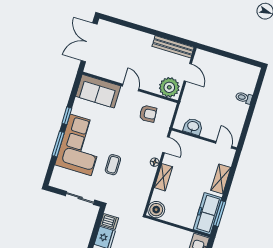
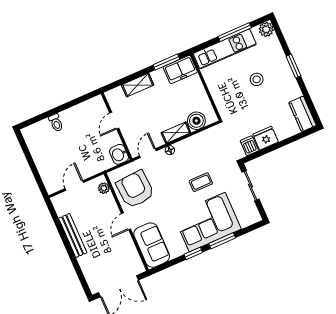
bench: (173, 47) -> (73, 235), moved
plant: (169, 87) -> (104, 188), width x0.53, depth x0.53
armchair: (148, 114) -> (135, 189), width x1.88, depth x1.88
washbasin: (193, 126) -> (119, 154), moved
door: (224, 145) -> (114, 121), moved
boiler: (156, 210) -> (196, 121), moved
freezer: (207, 214) -> (180, 69), width x0.71

